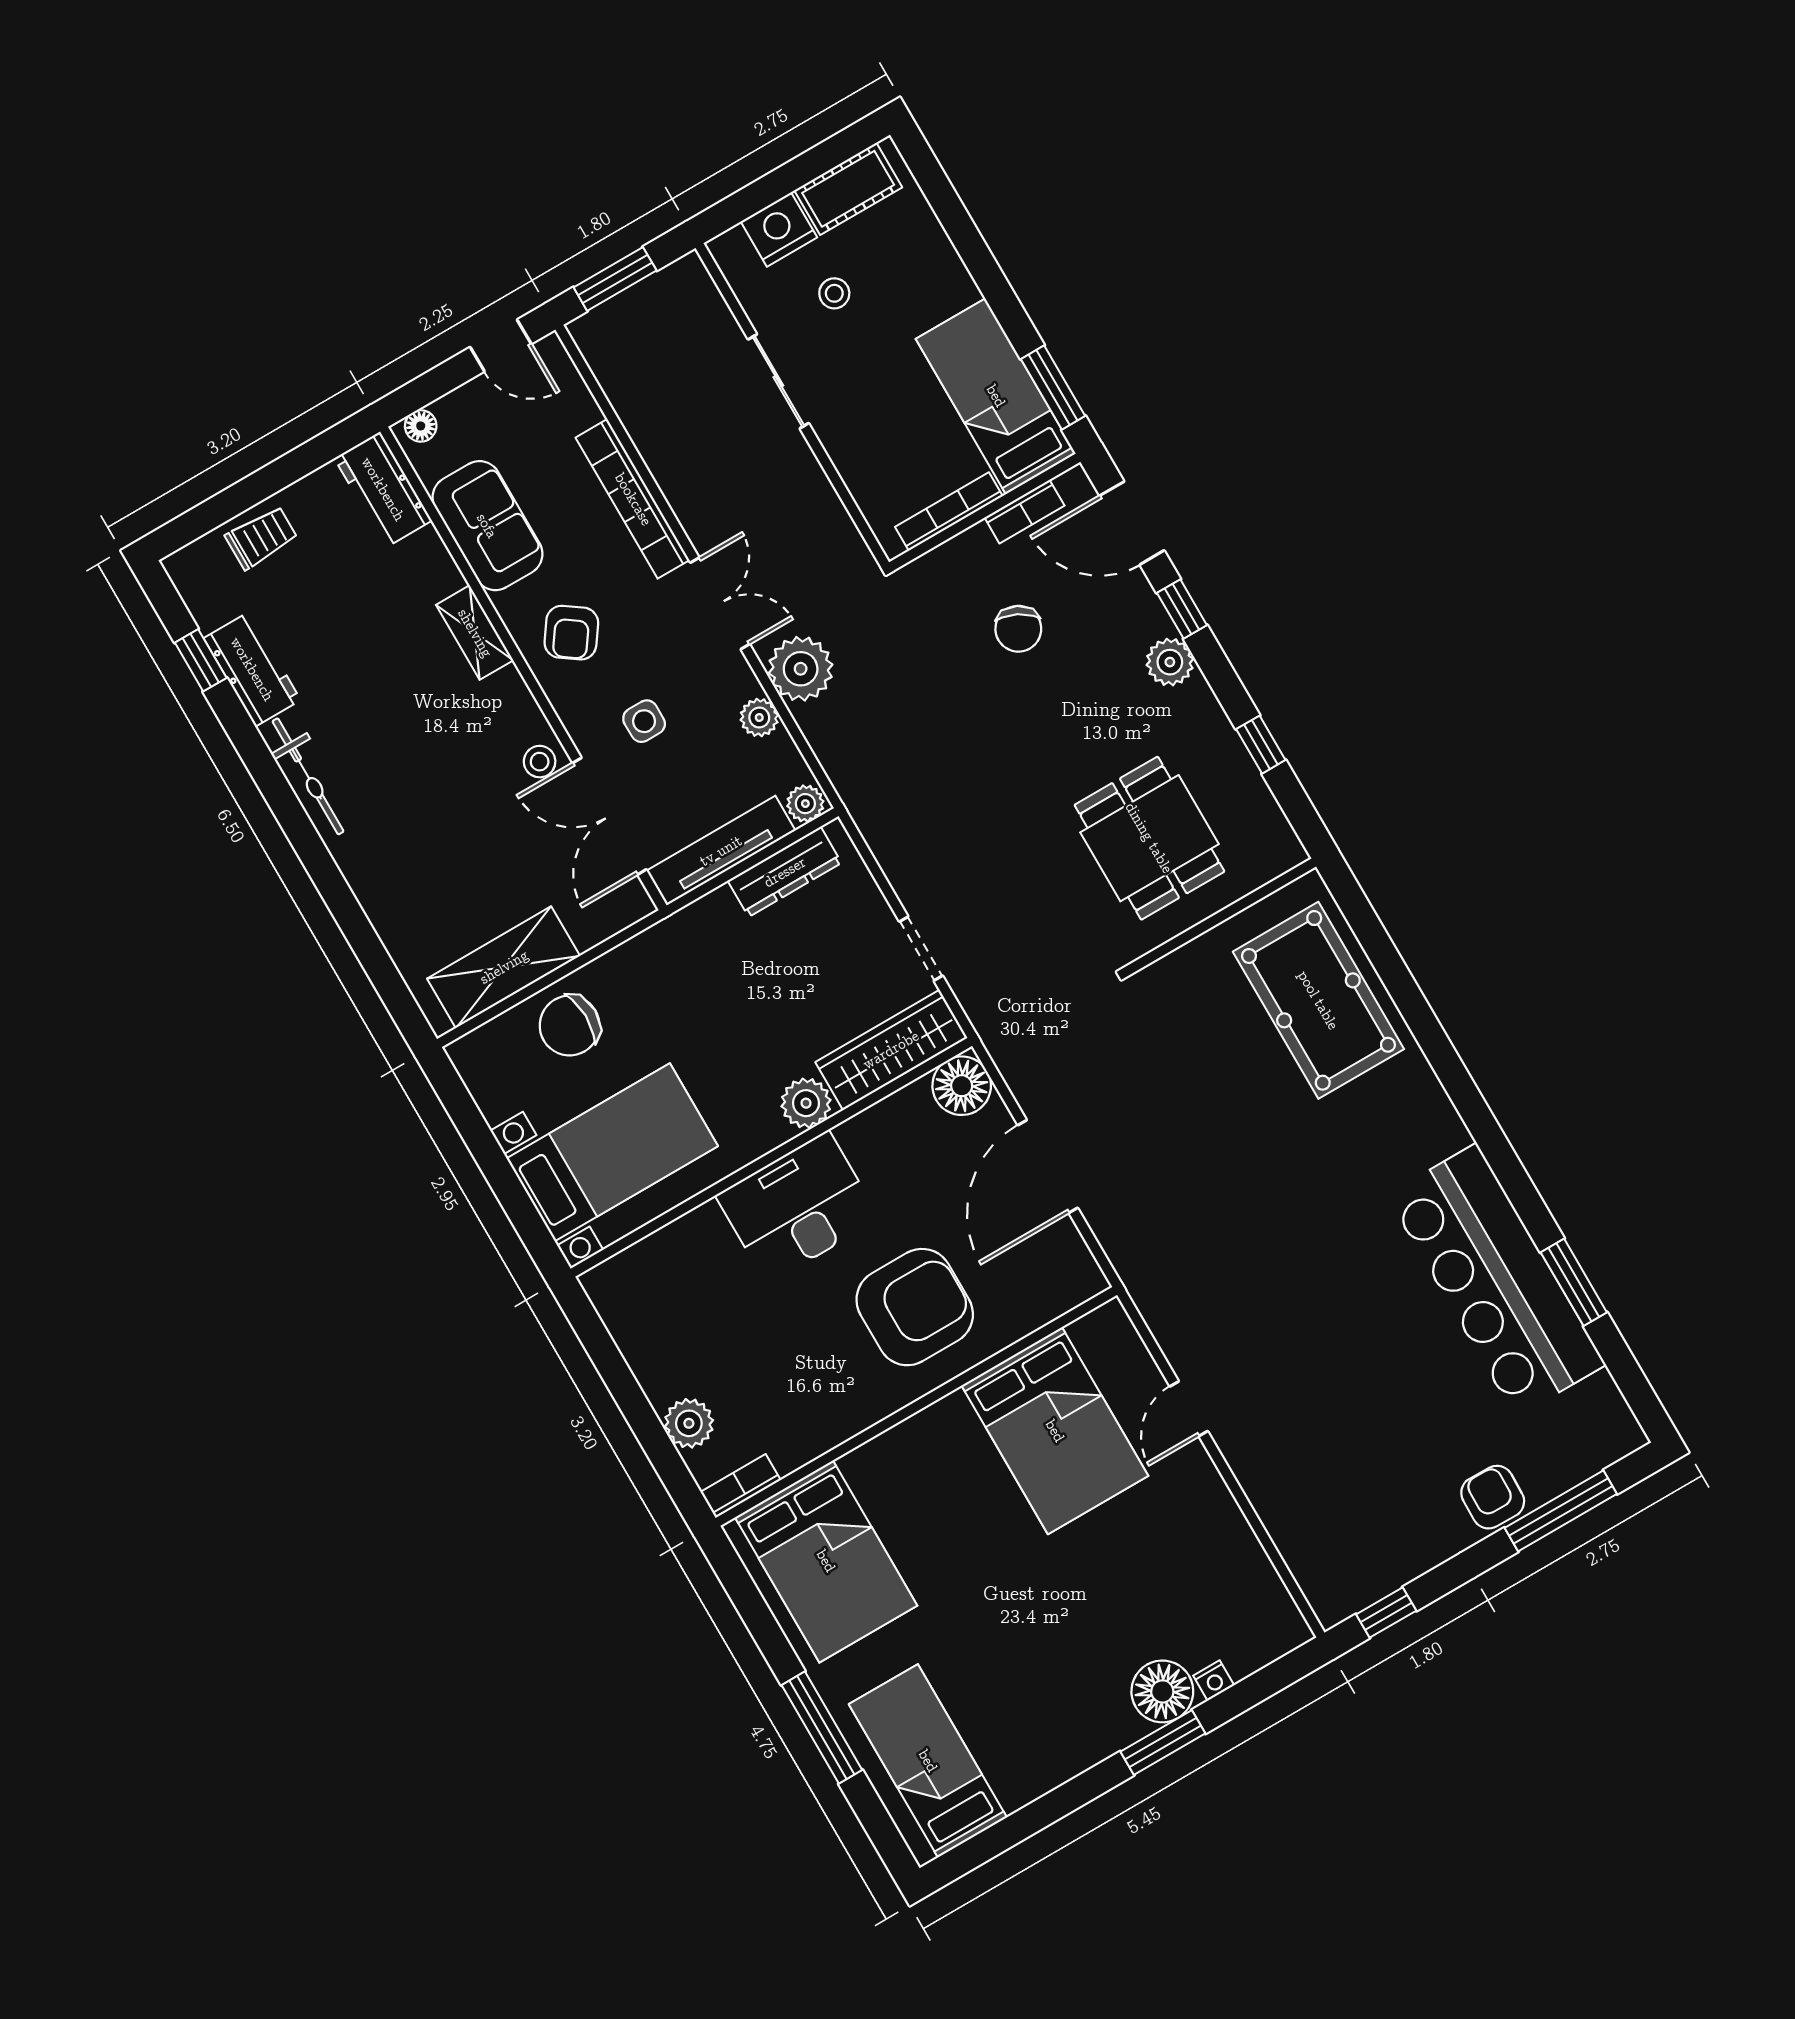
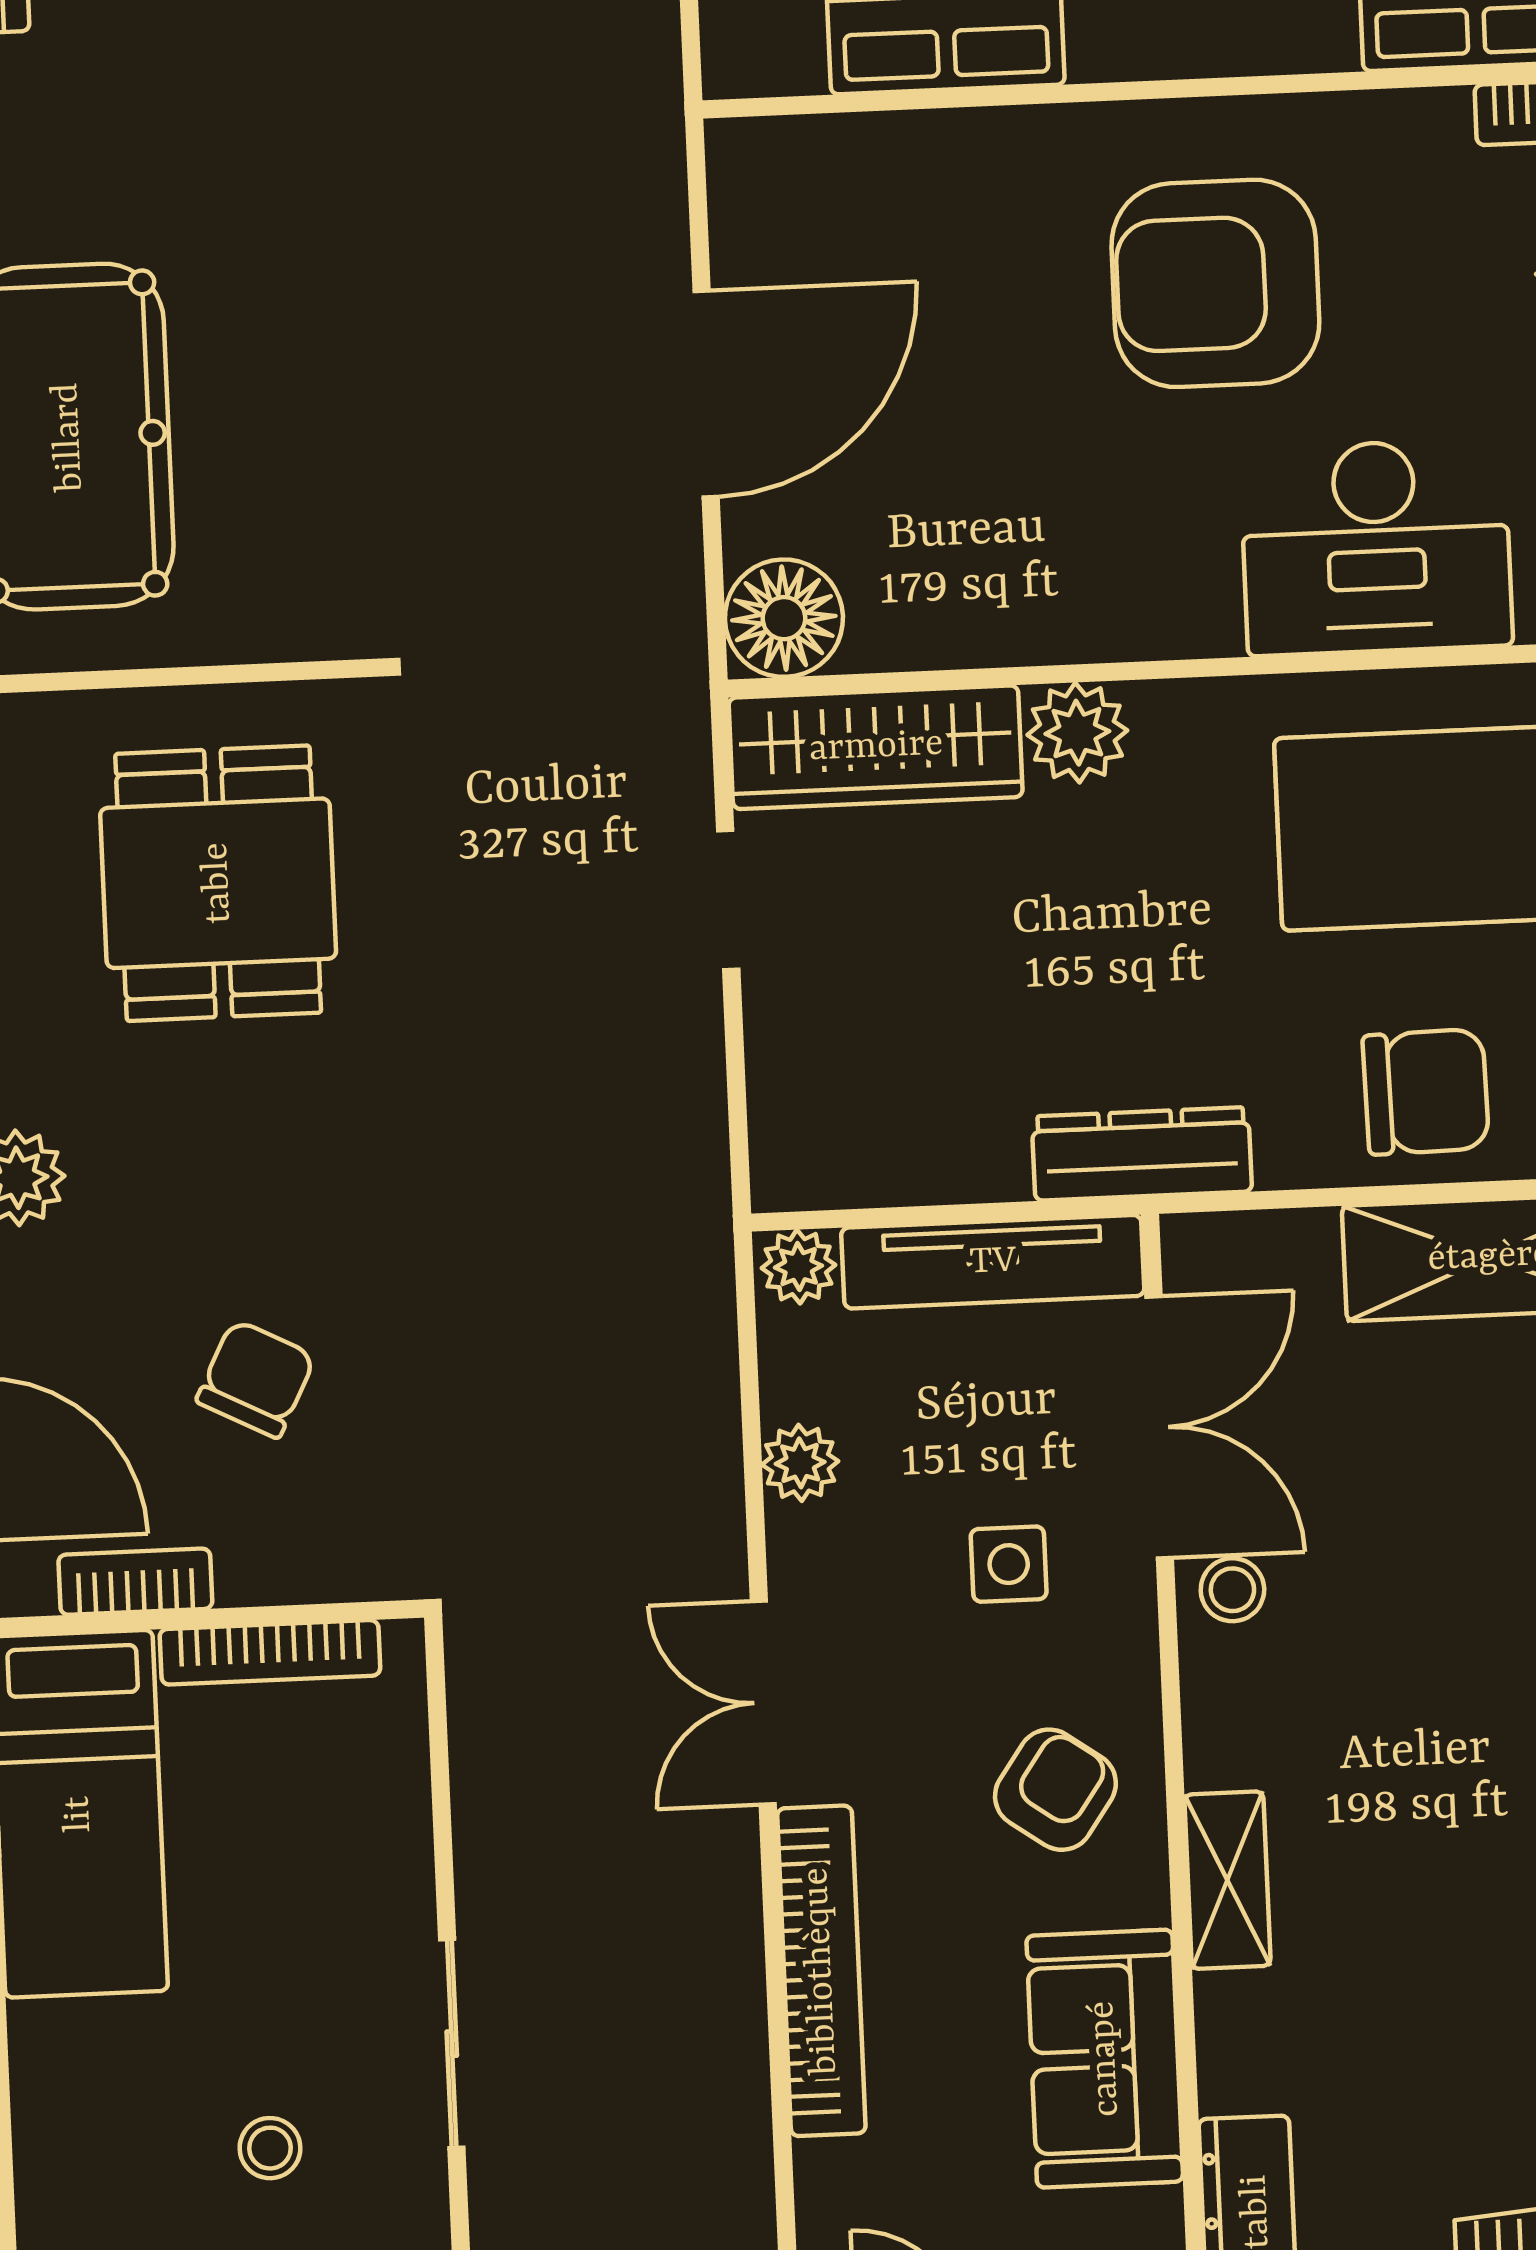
plant: (801, 669) -> (681, 1511), removed
dresser: (785, 872) -> (1142, 1154), moved
desk: (798, 1207) -> (1376, 547), moved
armchair: (915, 1307) -> (1215, 283), moved

